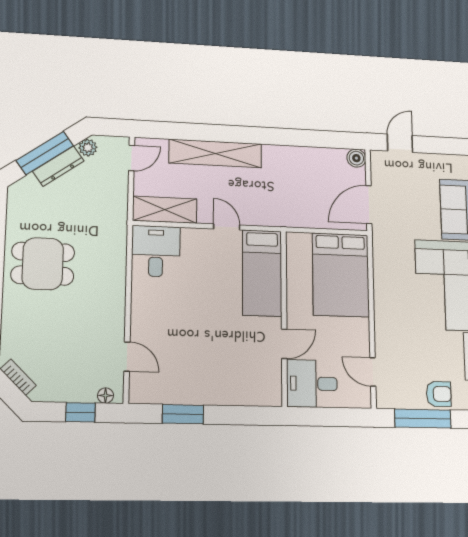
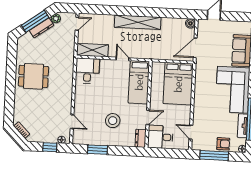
shelving: (215, 153) -> (138, 22), moved
stool: (212, 352) -> (113, 121), added
dresser: (272, 388) -> (141, 138), added

